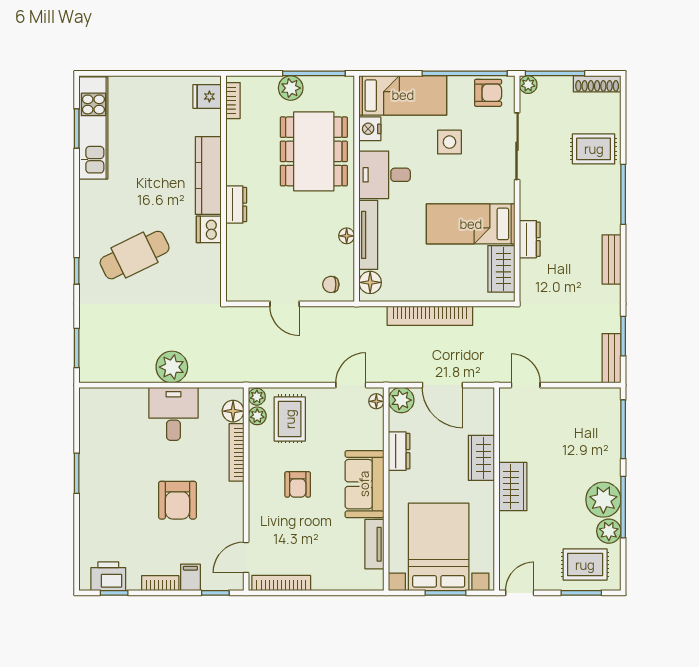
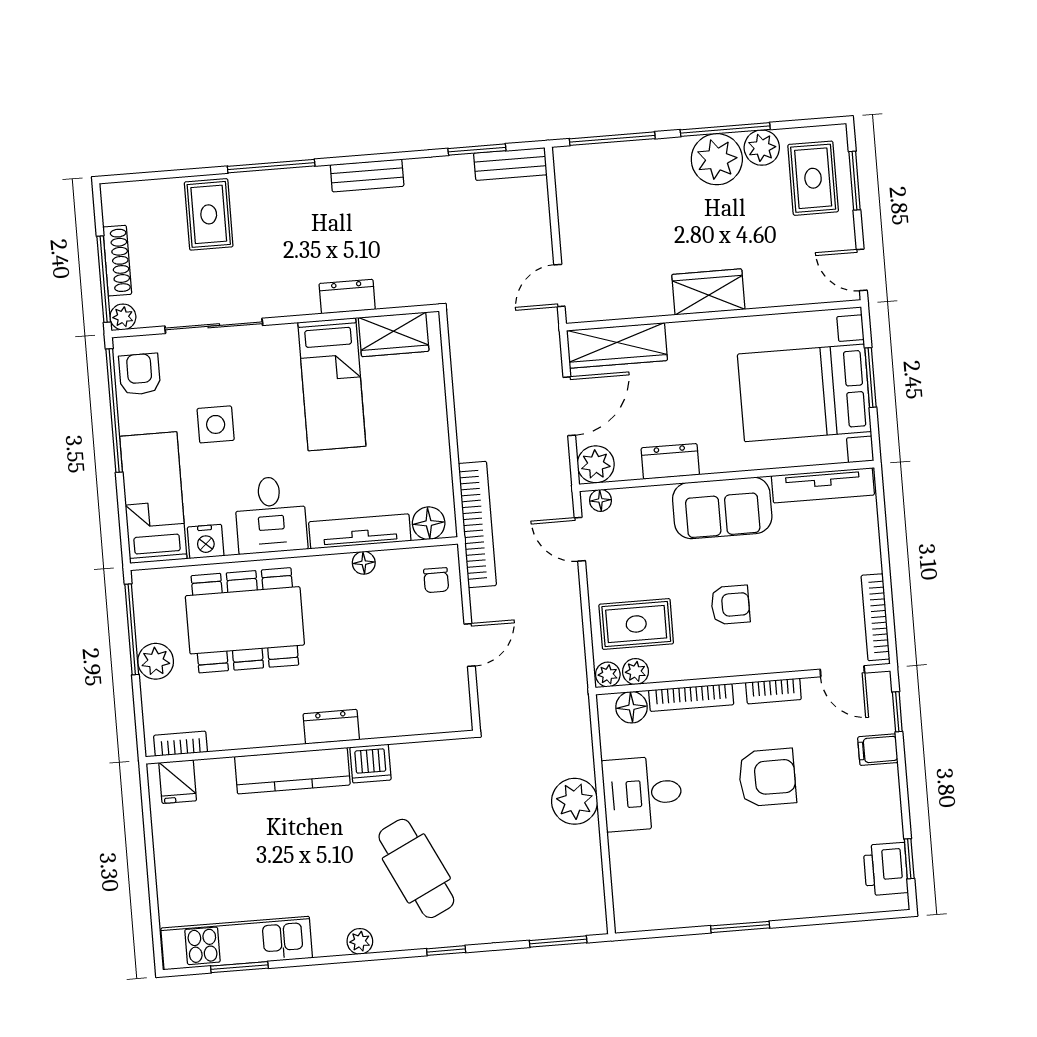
shoe rack: (597, 84) -> (117, 261), moved
plant: (88, 212) -> (360, 941), added
bookcase: (430, 316) -> (477, 524), moved
wardrobe: (481, 458) -> (617, 345), moved, width x1.50
tv unit: (374, 544) -> (823, 485), width x1.41
bookcase: (160, 583) -> (773, 691), moved, turned -90

